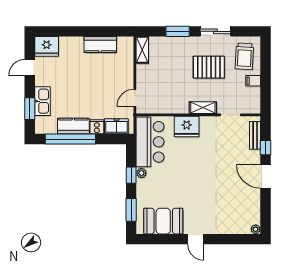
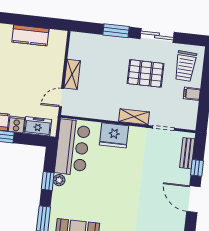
shelving: (142, 50) -> (72, 74), moved

